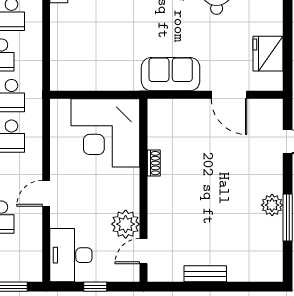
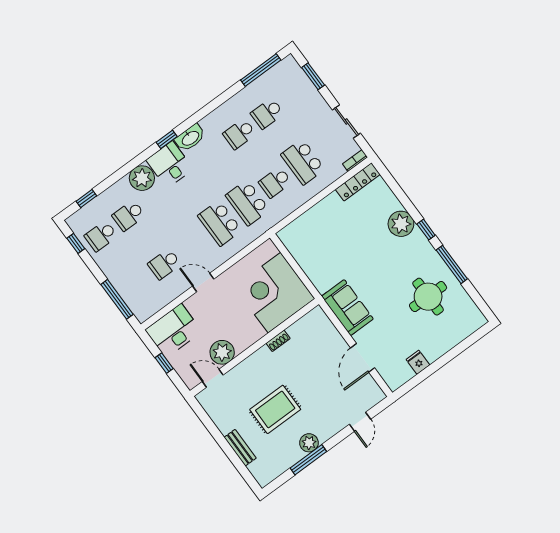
fridge: (268, 54) -> (418, 362), width x0.53, depth x0.75
rug: (217, 214) -> (275, 409), added
bench: (205, 274) -> (240, 448), moved

